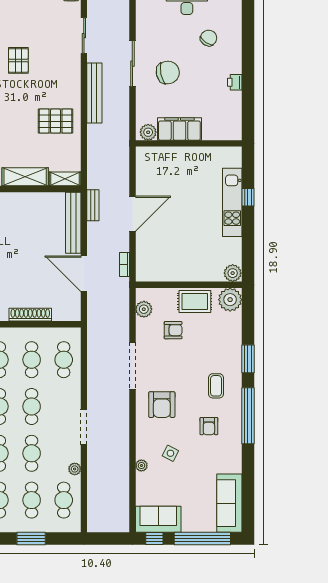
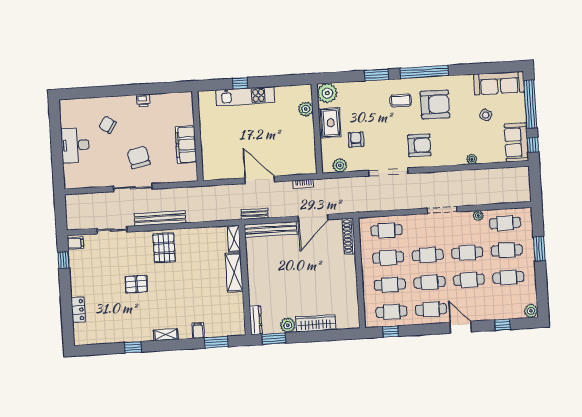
pallet: (56, 121) -> (164, 248), moved
plant: (148, 132) -> (190, 171), removed
plant: (233, 273) -> (306, 109), moved
shoe rack: (30, 315) -> (349, 236), moved
armchair: (209, 426) -> (435, 104), width x1.88, depth x1.88
side table: (170, 453) -> (486, 115), moved

